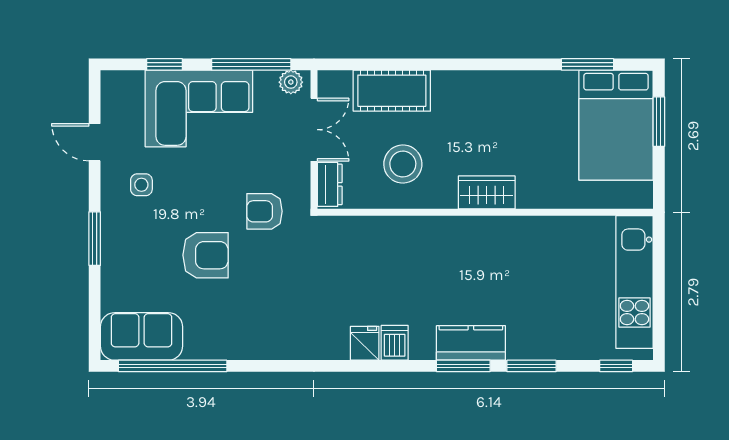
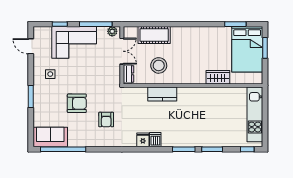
door: (95, 142) -> (31, 46), moved
wardrobe: (487, 192) -> (218, 77), moved
armchair: (265, 211) -> (106, 120), moved, turned -90
kitchen counter: (471, 343) -> (162, 94), moved, turned 180

